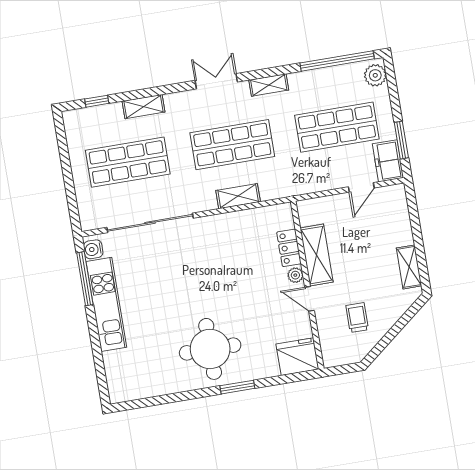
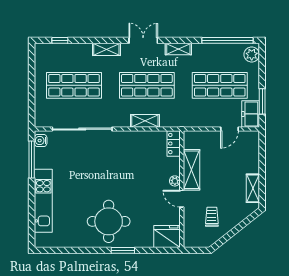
shelving: (143, 107) -> (106, 49), moved
locker: (289, 248) -> (174, 144), moved
kitchen unit: (106, 304) -> (43, 201), moved

